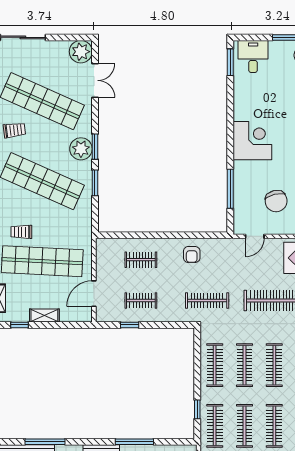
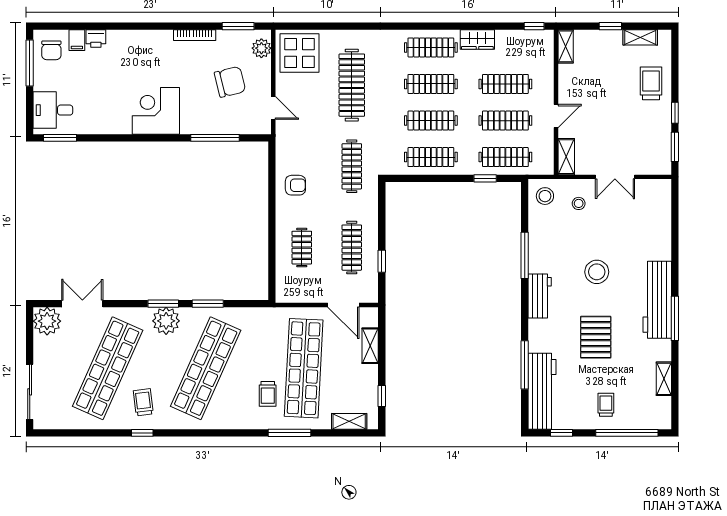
clothes rail: (141, 301) -> (352, 248), width x1.36
shelving: (44, 316) -> (370, 346), moved

